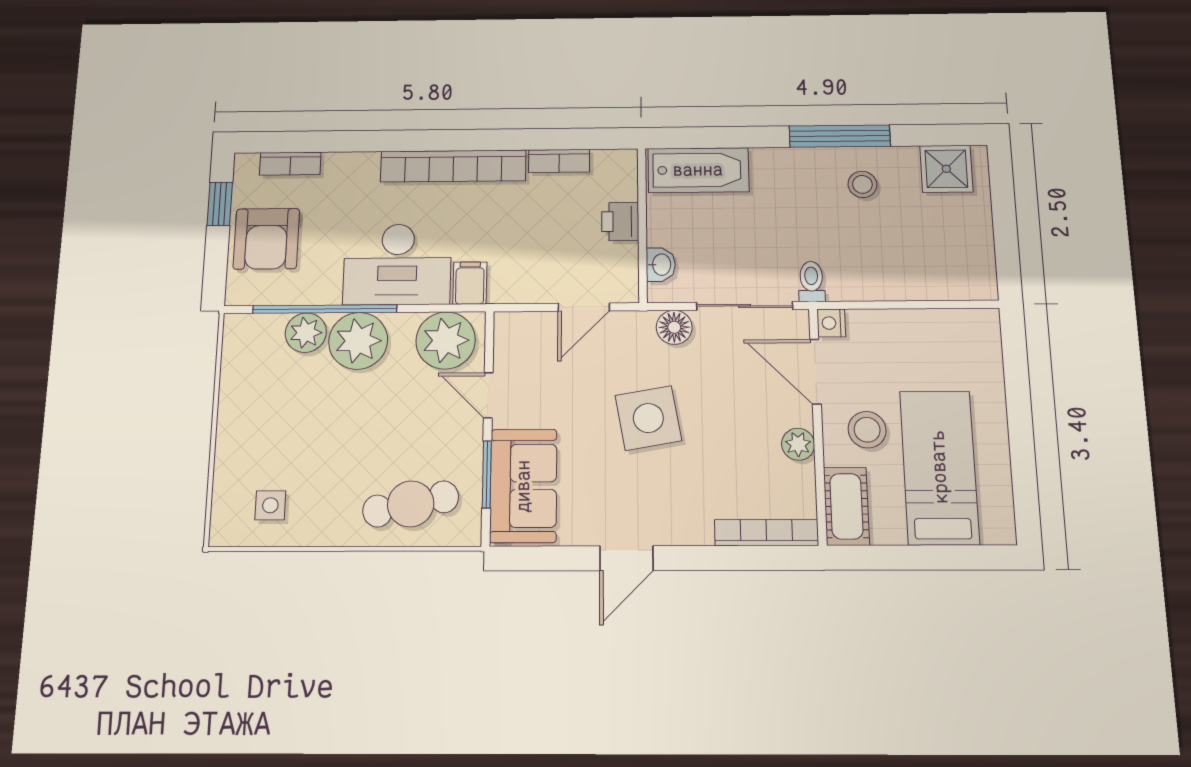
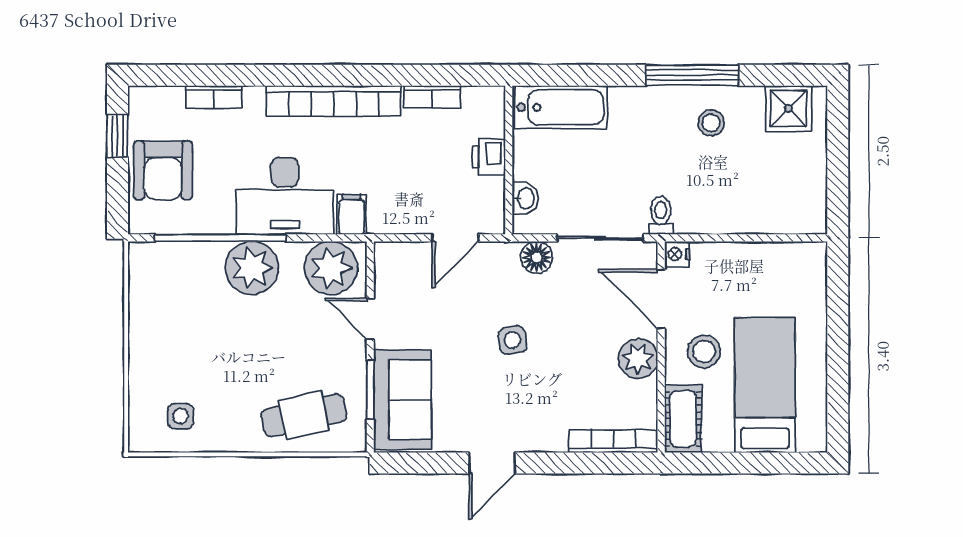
bookcase: (290, 164) -> (214, 97), moved
plant: (306, 333) -> (204, 260), removed
side table: (648, 418) -> (512, 340), width x0.54, depth x0.54
plant: (798, 444) -> (638, 359), width x1.38, depth x1.38

